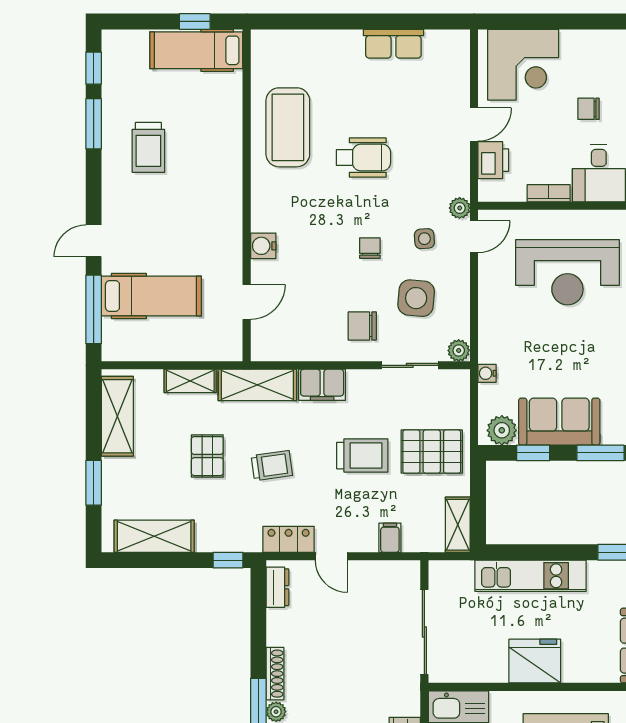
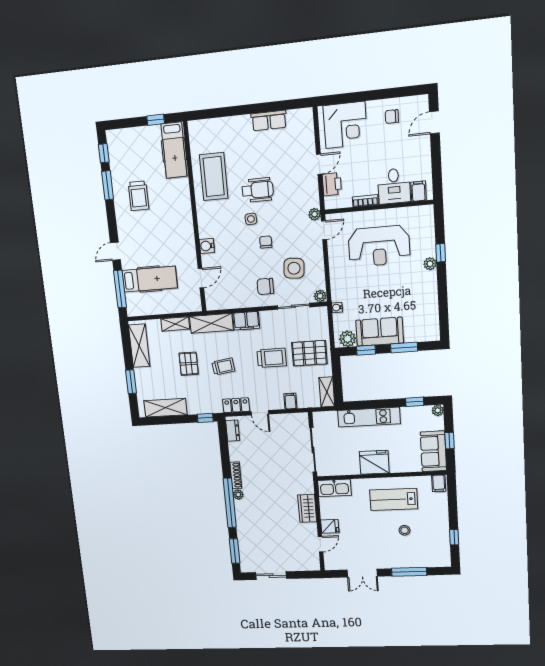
hospital bed: (196, 50) -> (174, 150), moved, turned -90
chair: (589, 109) -> (392, 117), moved
side table: (424, 239) -> (251, 219), moved

